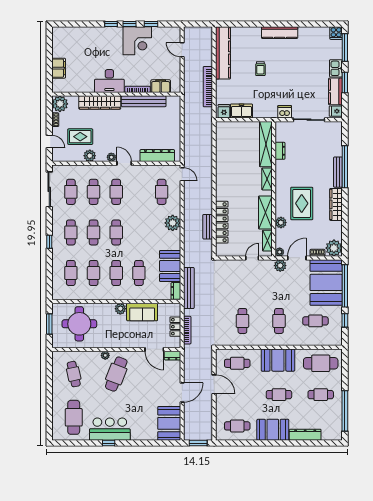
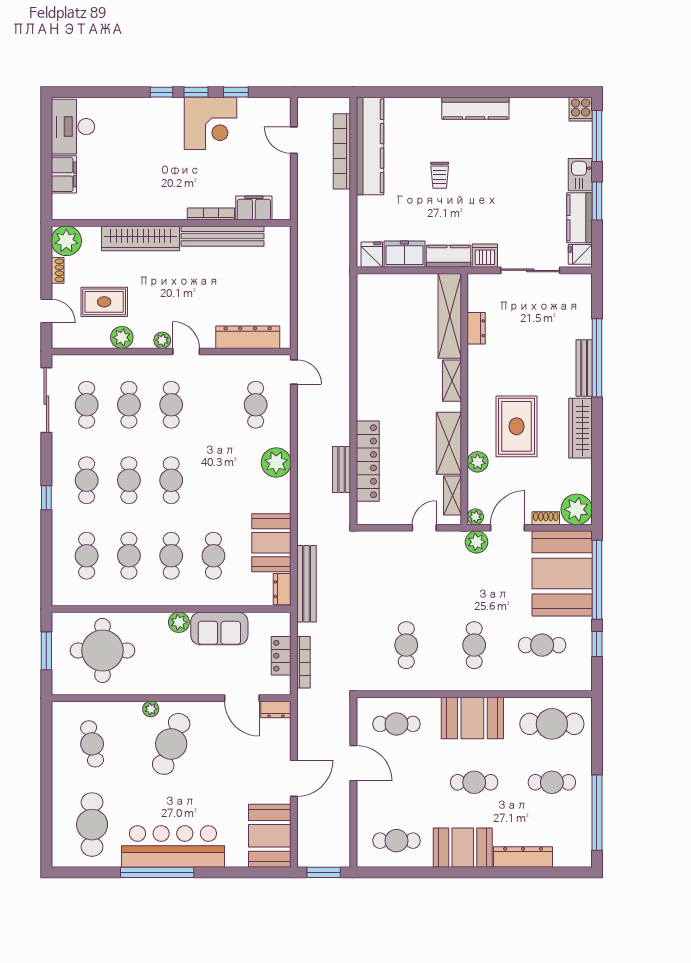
desk: (109, 81) -> (73, 127), moved, turned 90
bookcase: (208, 87) -> (342, 151), moved
kitchen counter: (265, 112) -> (449, 256), added
bar counter: (110, 429) -> (173, 846), width x1.36
window: (109, 443) -> (157, 872), width x3.17

